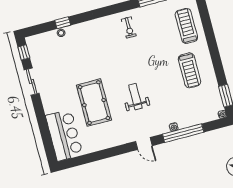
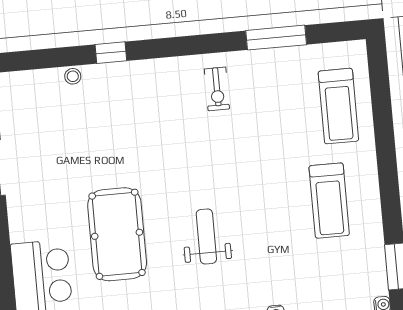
window: (63, 23) -> (111, 53), moved
treadmill: (186, 26) -> (338, 106), turned 180

